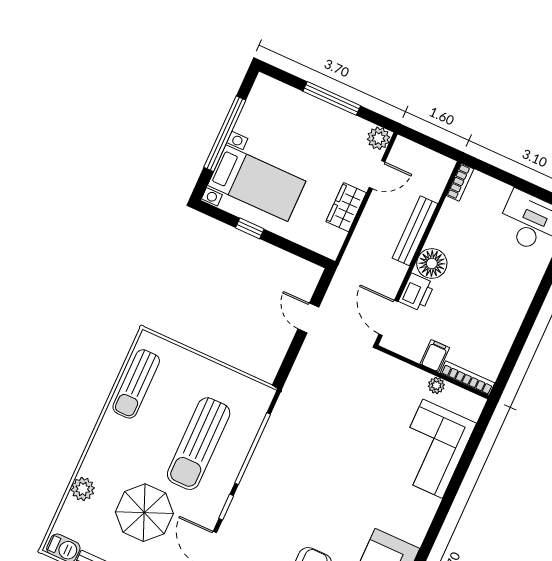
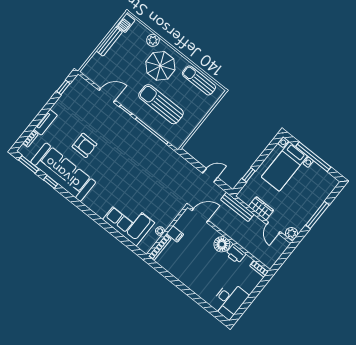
window: (250, 228) -> (249, 175), moved
bench: (415, 231) -> (237, 207), moved
printer: (417, 292) -> (236, 254), moved
parasol: (144, 513) -> (160, 66), moved

